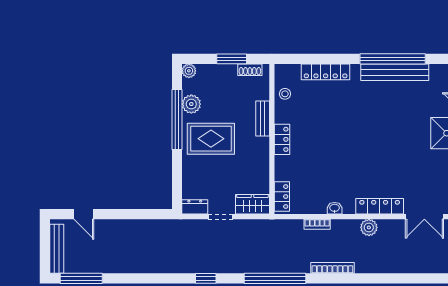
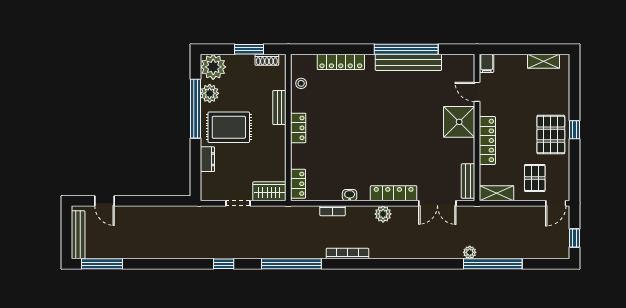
plant: (189, 71) -> (213, 67), width x1.87, depth x1.87
dresser: (195, 207) -> (207, 159), moved, turned 90

